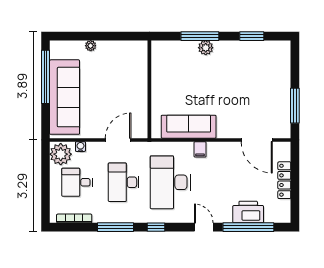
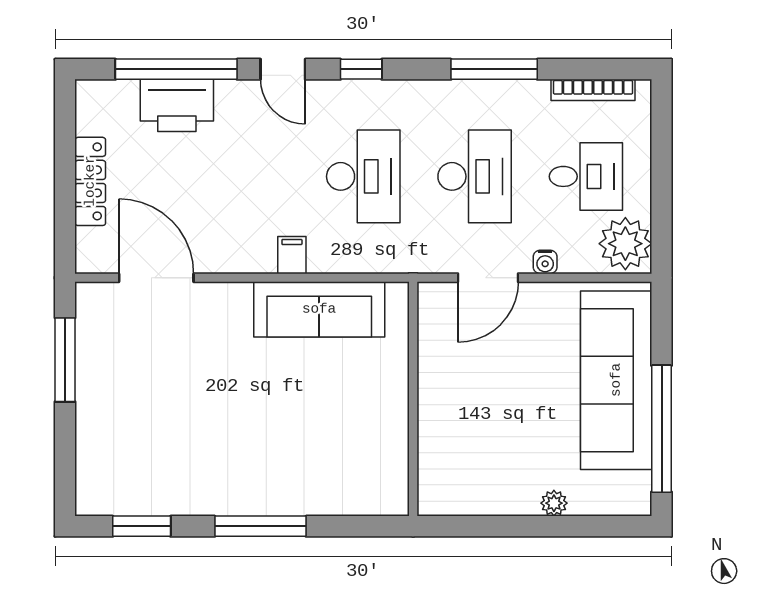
window: (200, 36) -> (260, 526), moved
window: (252, 36) -> (142, 526), moved
plant: (206, 48) -> (278, 498), removed
water cooler: (80, 147) -> (545, 262), moved
desk: (170, 182) -> (363, 176), width x0.73, depth x0.77
window: (156, 227) -> (361, 69), moved

